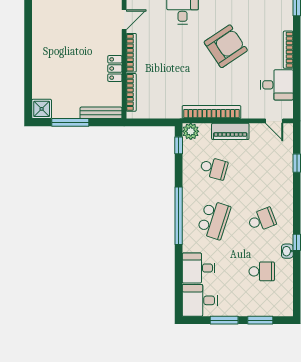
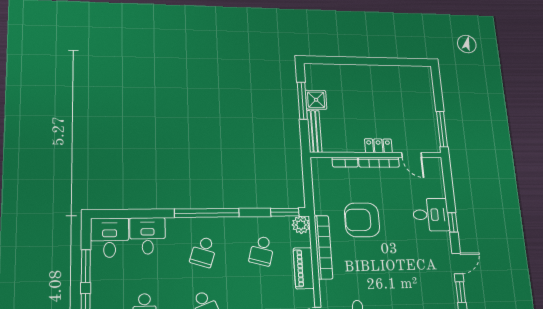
armchair: (226, 46) -> (362, 220), moved, turned 124
locker: (115, 69) -> (378, 146), moved
bookcase: (131, 92) -> (345, 162), width x0.64
shower: (42, 109) -> (316, 100), moved
window: (179, 145) -> (285, 212), width x1.50
school desk: (214, 220) -> (204, 252), width x0.54

